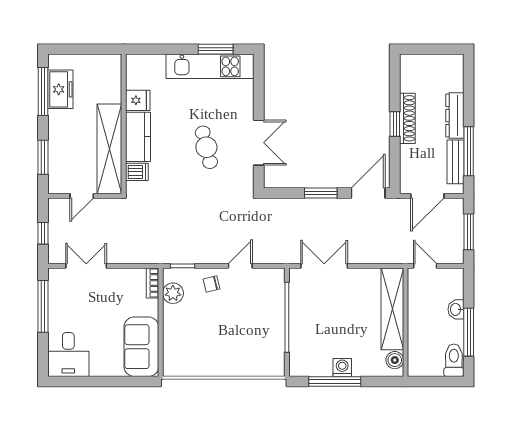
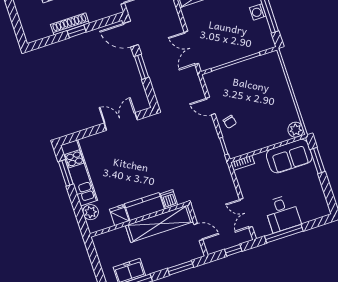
plant: (154, 64) -> (91, 212), added
cafe table: (206, 147) -> (136, 157), removed
plant: (173, 293) -> (296, 130), moved
desk: (68, 355) -> (282, 213), moved, turned 90
window: (124, 381) -> (318, 161), added

